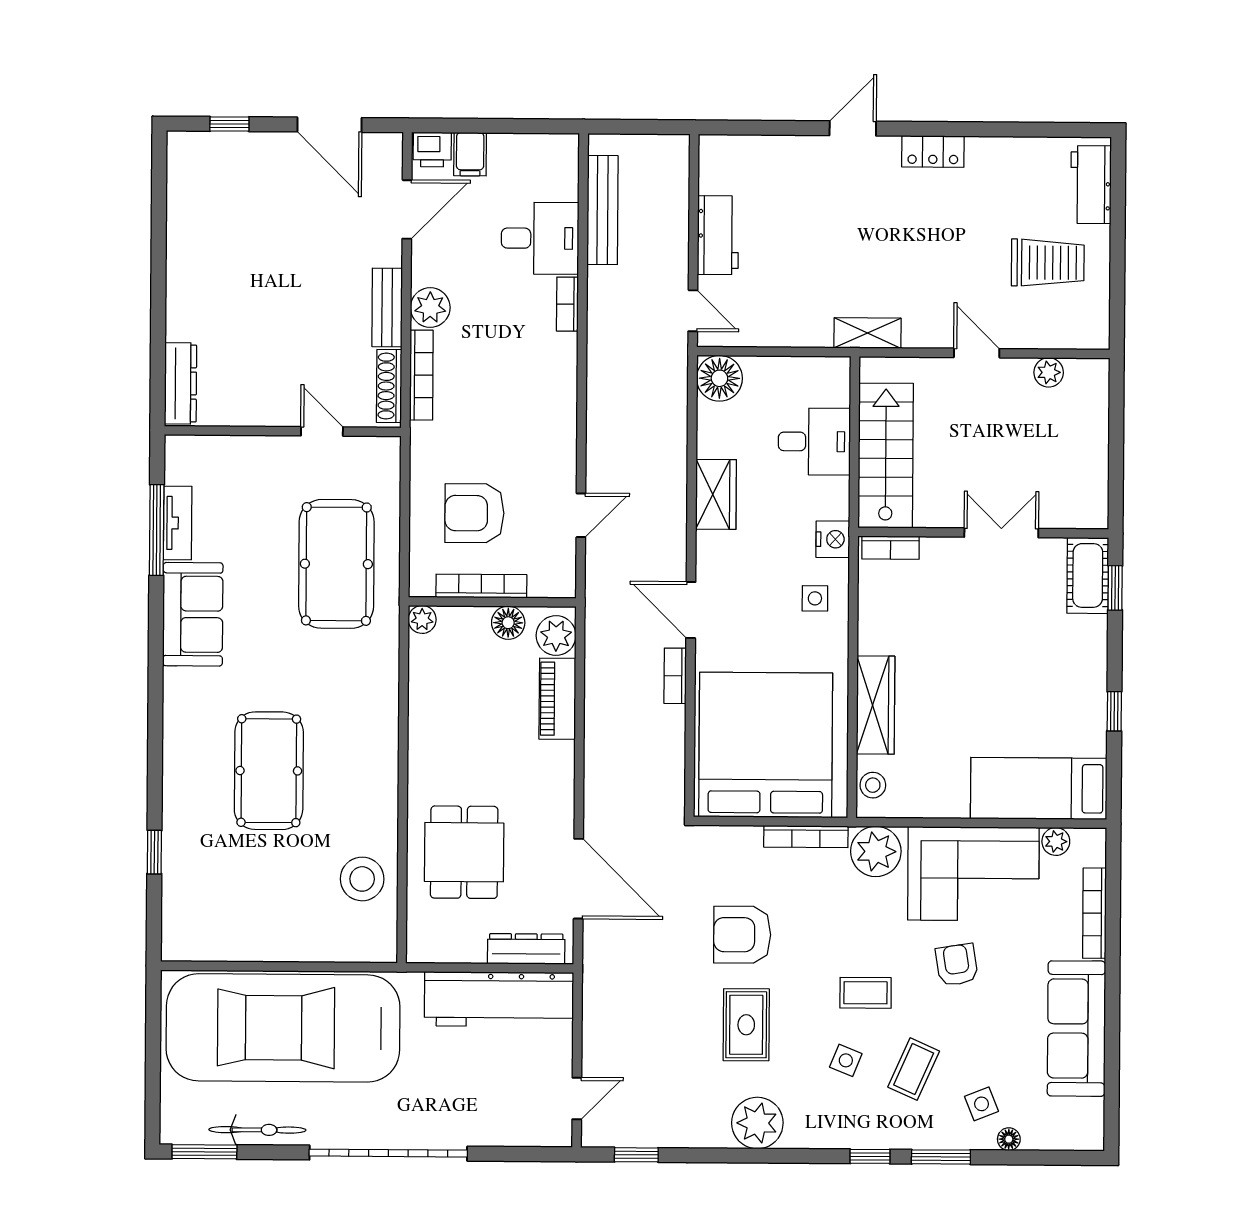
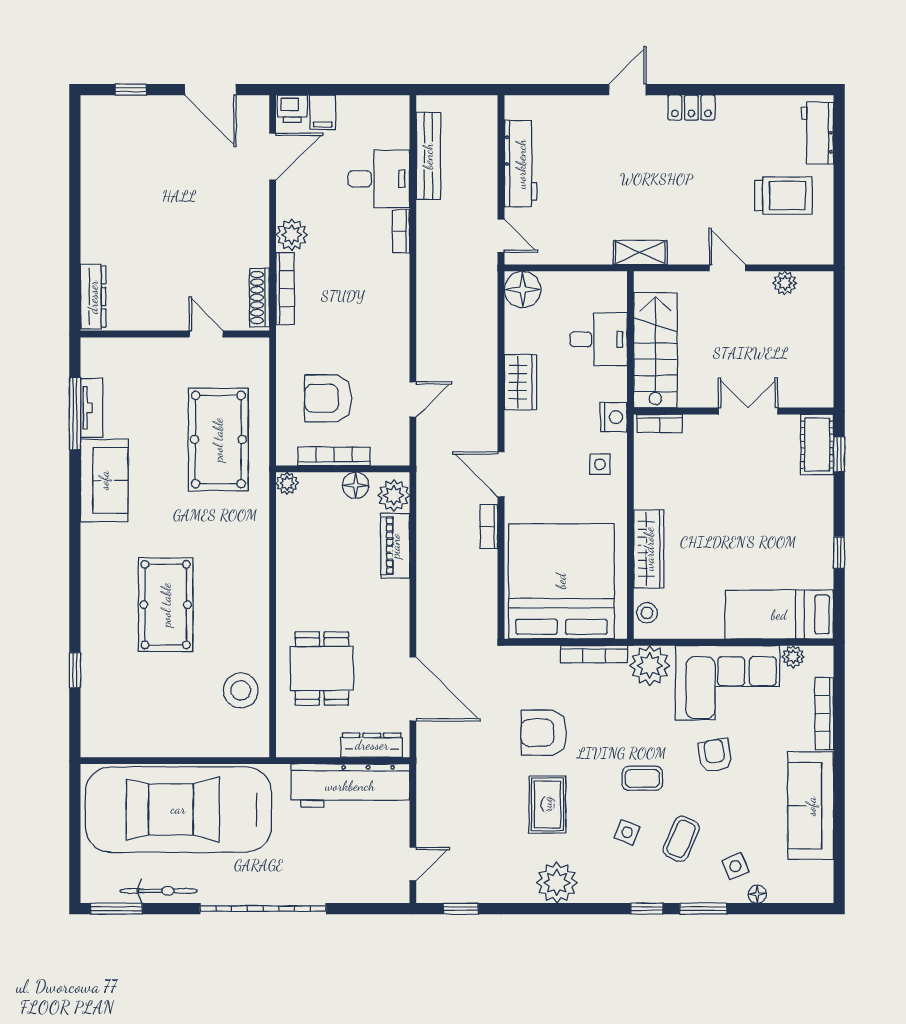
workbench: (718, 235) -> (521, 164), width x1.37
bench: (387, 307) -> (257, 235), removed

